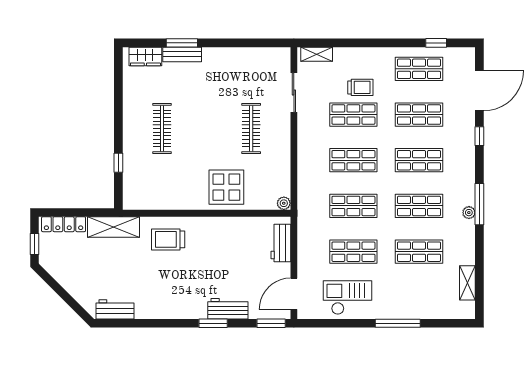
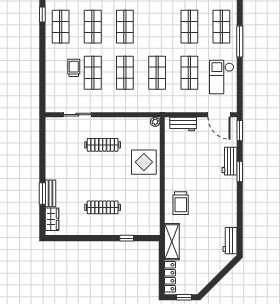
shelving: (317, 54) -> (50, 99), removed
shop shelf: (419, 206) -> (221, 27), moved

